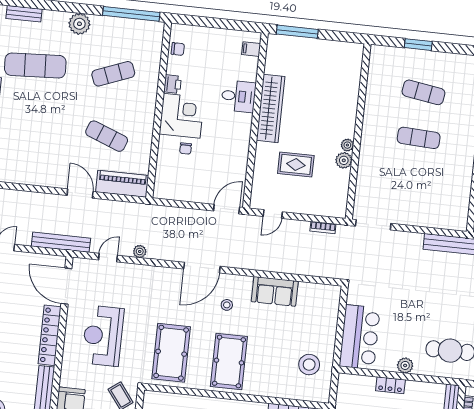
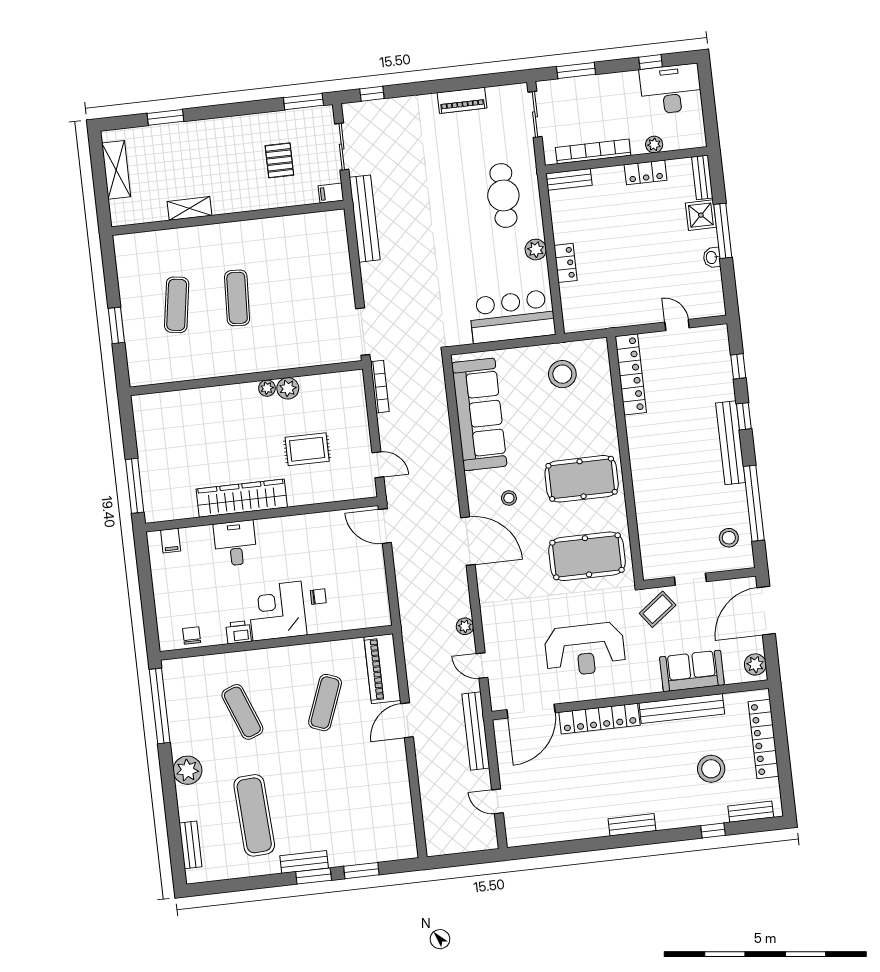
rug: (296, 164) -> (307, 449), turned 90
bookcase: (323, 227) -> (380, 387), width x1.56
sofa: (275, 291) -> (479, 414), width x1.85, depth x1.27

